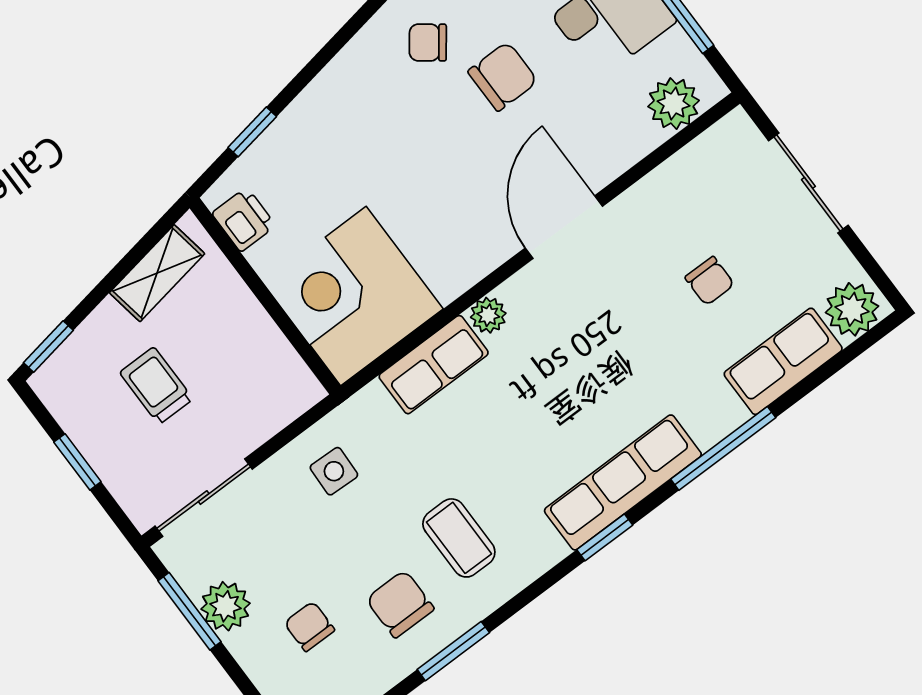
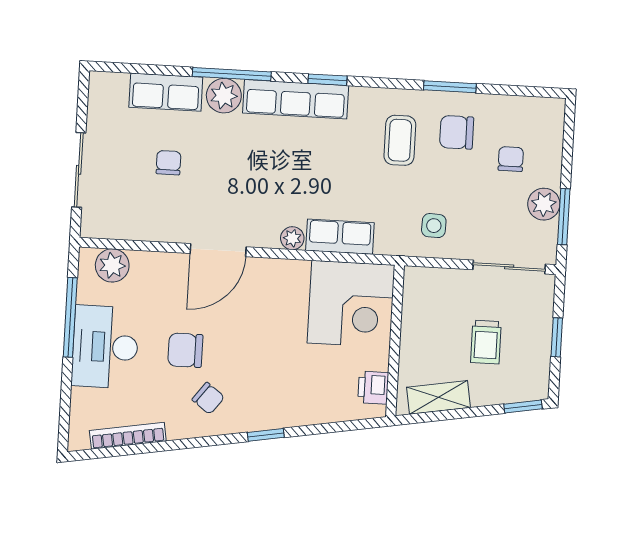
window: (252, 132) -> (266, 435), moved
plant: (852, 309) -> (224, 96), moved
chair: (400, 604) -> (457, 132), turned 90
chair: (309, 626) -> (511, 159), turned 180

